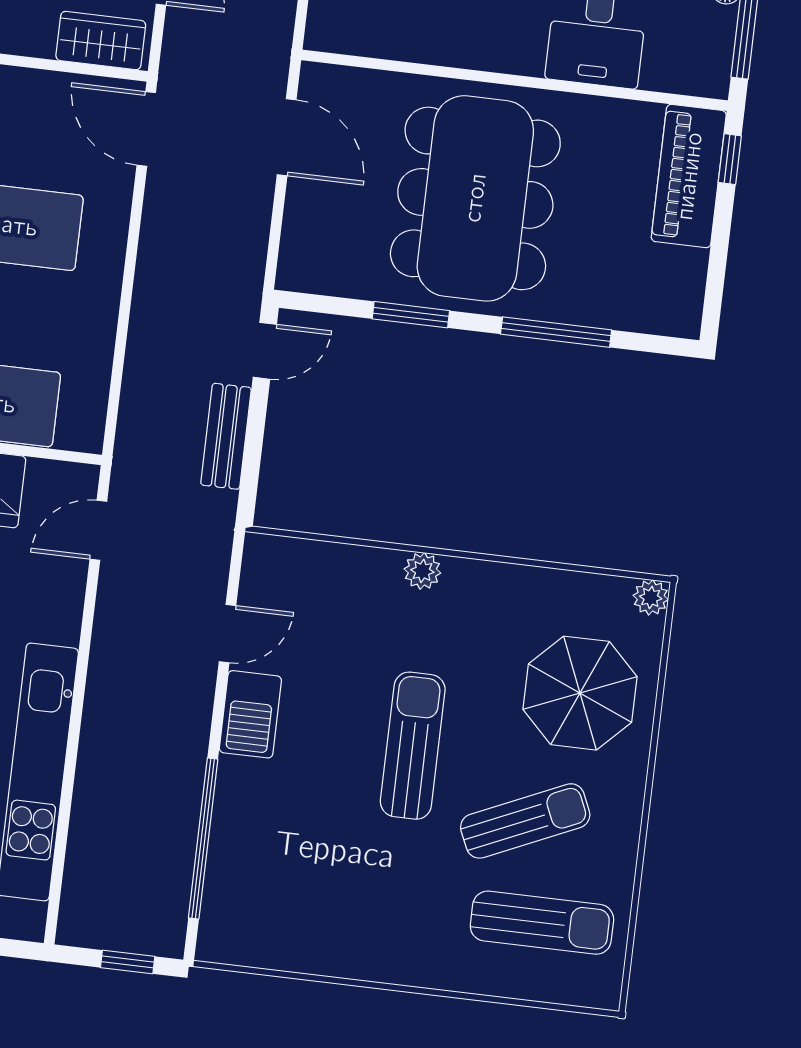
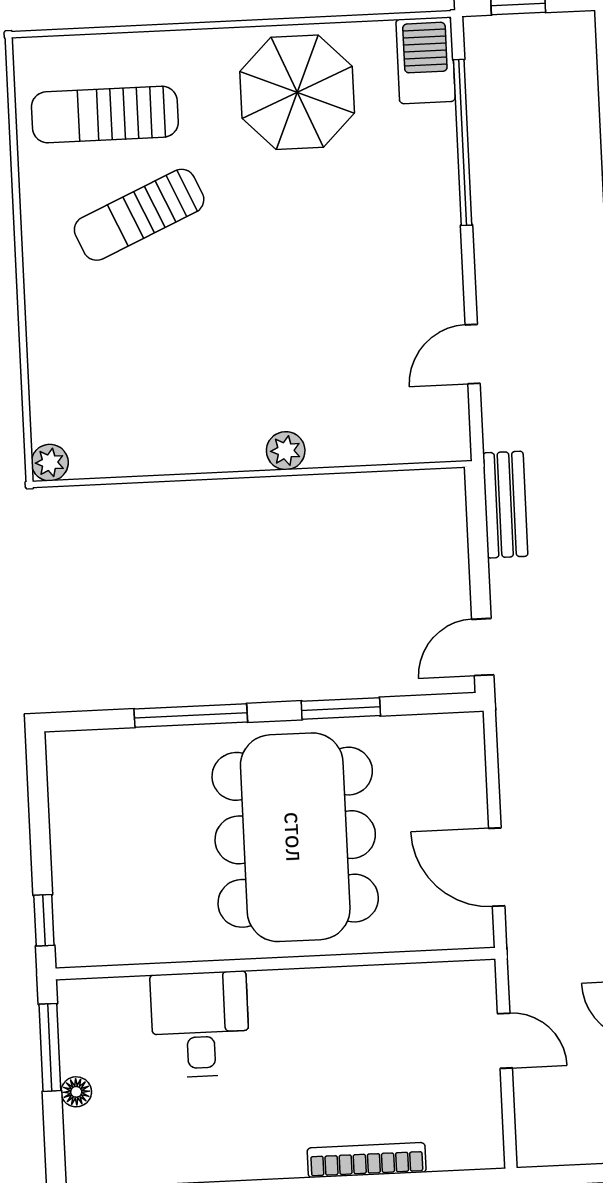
piano: (689, 176) -> (83, 896), removed
bench: (226, 436) -> (505, 505), moved
parasol: (580, 693) -> (297, 92), moved
barbecue: (250, 714) -> (426, 60), moved
sun lounger: (413, 746) -> (266, 272), removed

